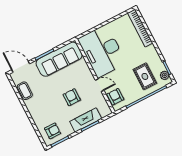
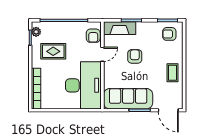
rug: (145, 76) -> (53, 51), moved, turned 90
door: (100, 85) -> (102, 54), swing flipped
coffee table: (25, 91) -> (172, 73), moved
armchair: (72, 97) -> (135, 56), turned 180
fireplace: (86, 120) -> (120, 28), moved

